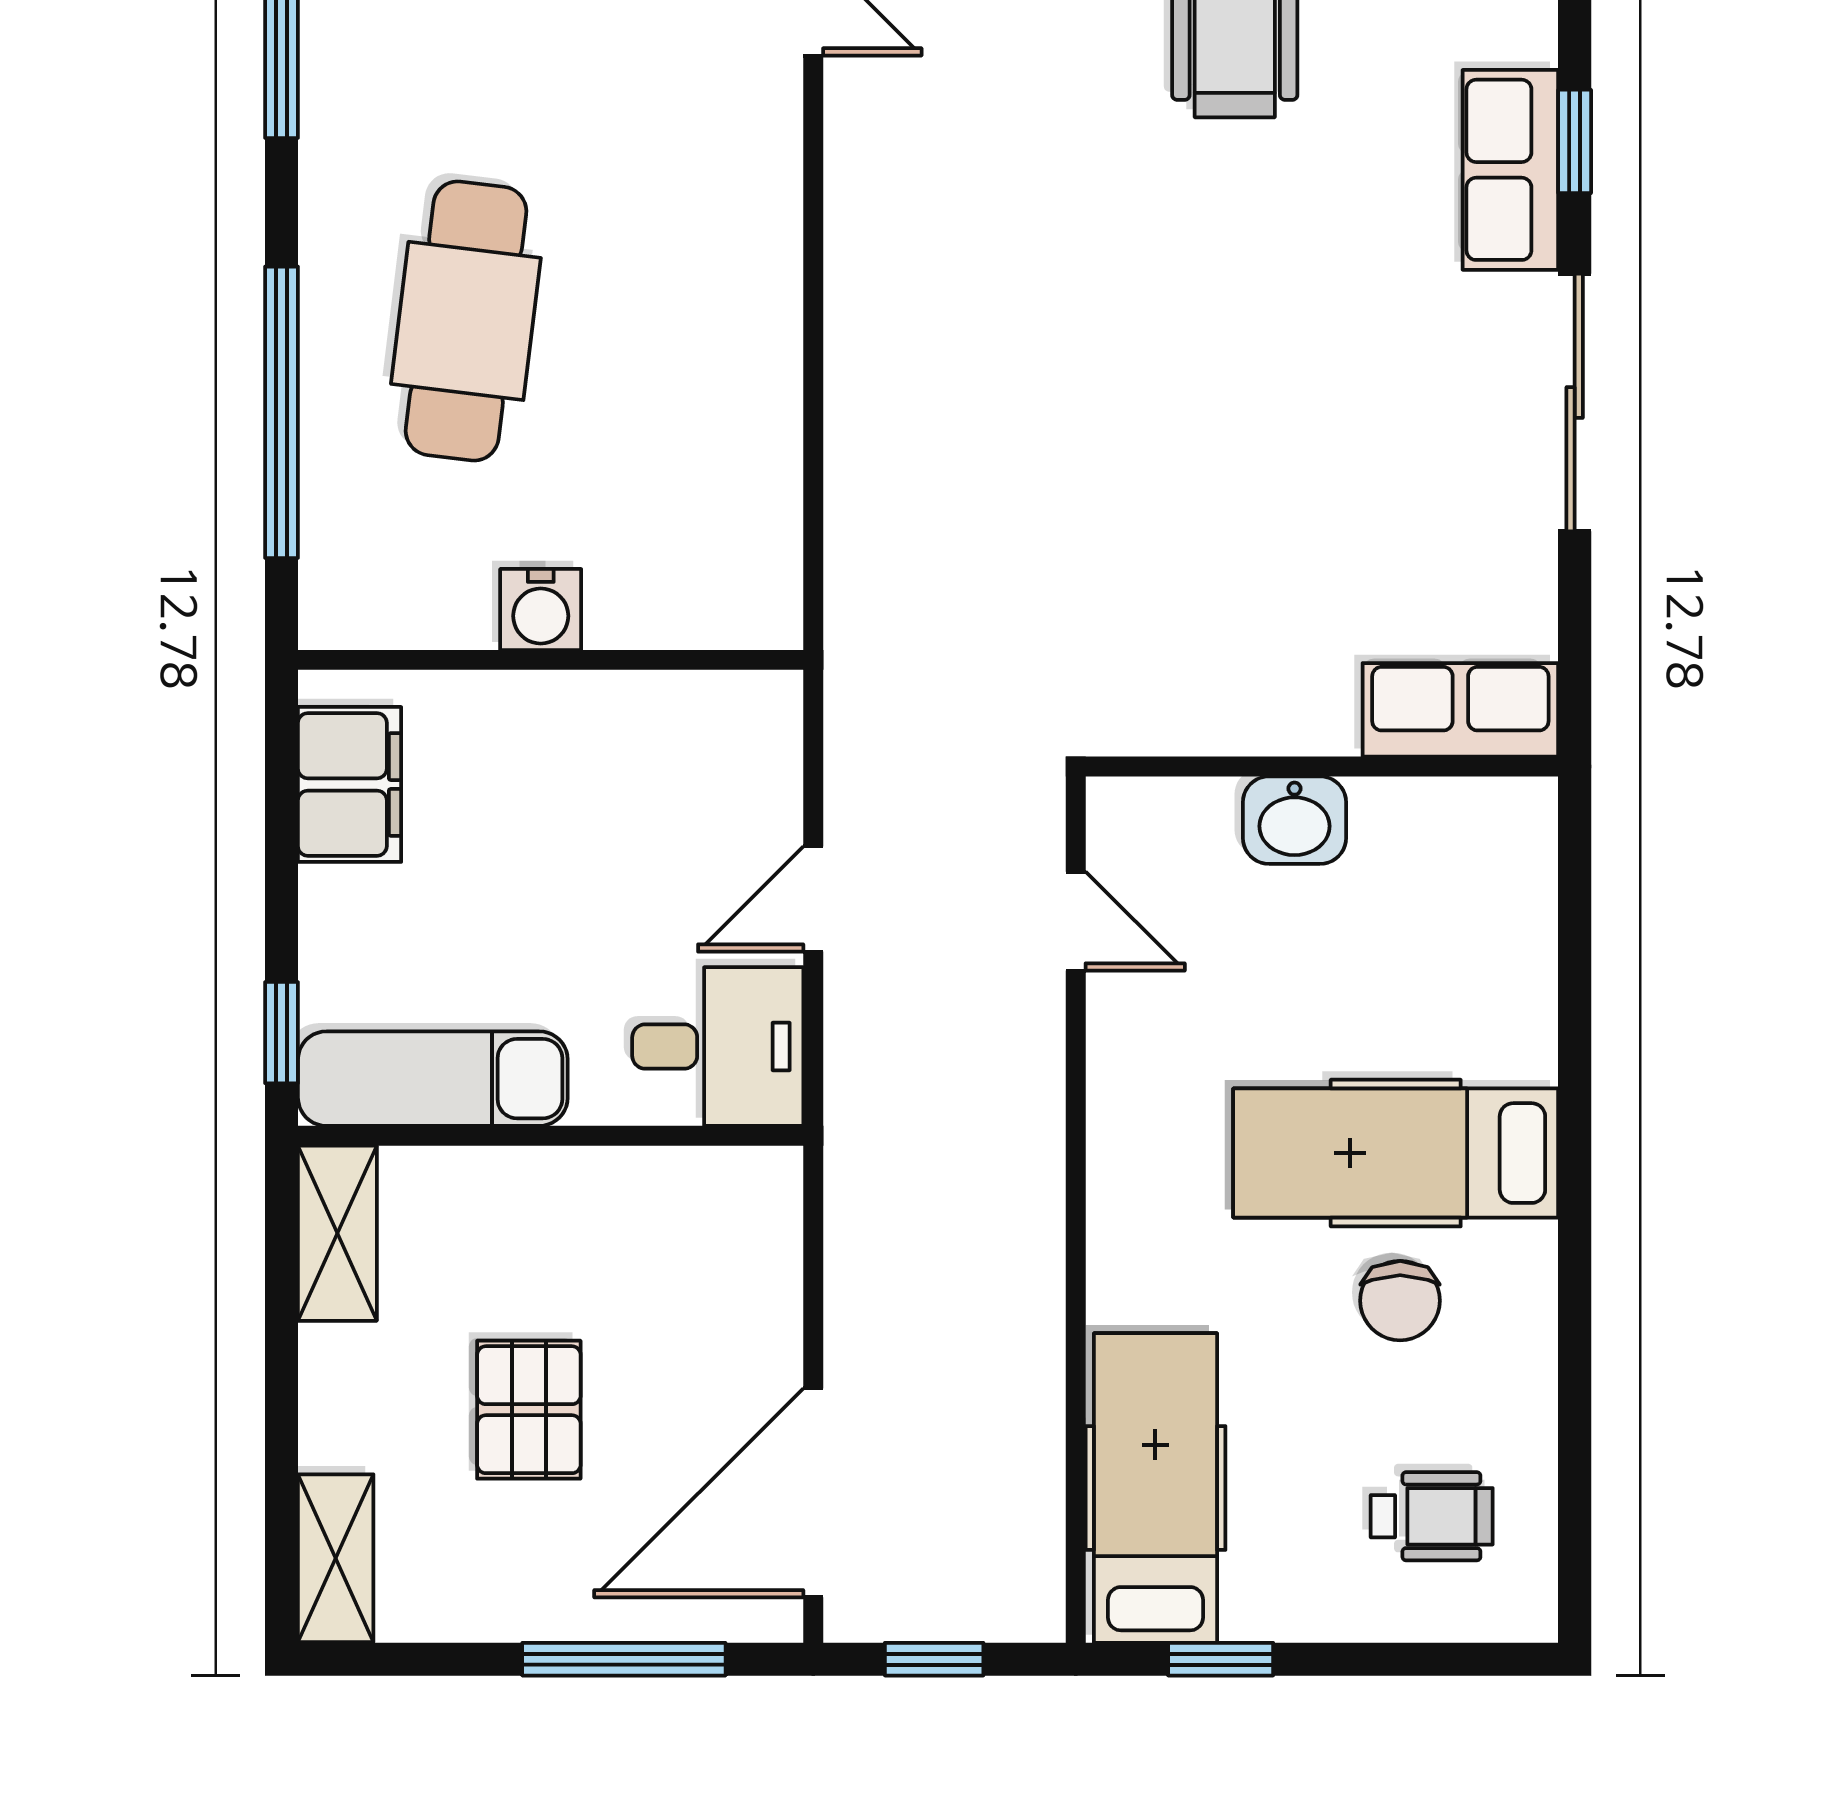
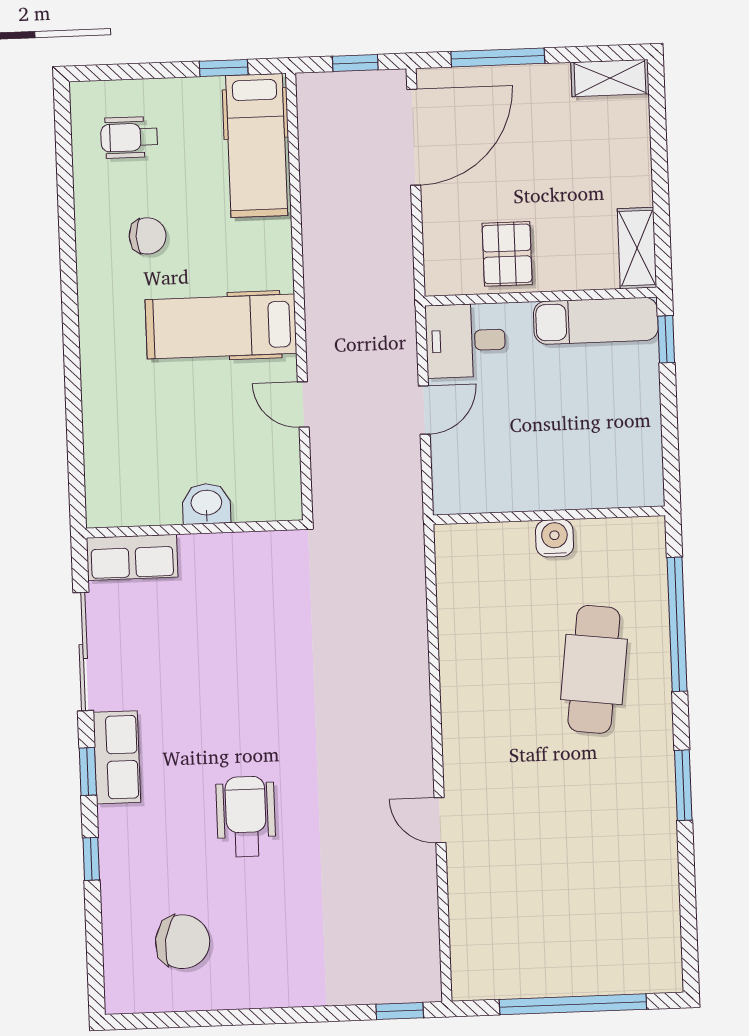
row of seats: (1460, 710) -> (132, 557), moved
wall: (1322, 767) -> (195, 529), moved
filing cabinet: (350, 784) -> (639, 454), removed
washbasin: (1294, 820) -> (206, 504), moved
hospital bed: (1396, 1153) -> (221, 326), moved, turned 180
chair: (1400, 1301) -> (148, 236), turned 90
pallet: (529, 1410) -> (507, 254), moved
shelving: (336, 1558) -> (610, 78), moved, turned 90

